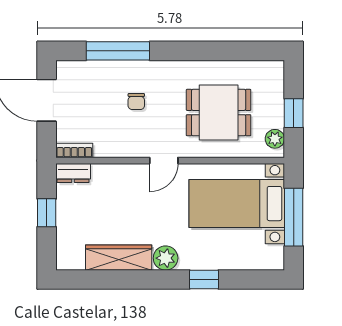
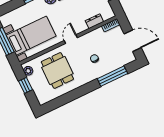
dining table: (219, 113) -> (57, 70), turned 90
dresser: (73, 173) -> (94, 21), moved

